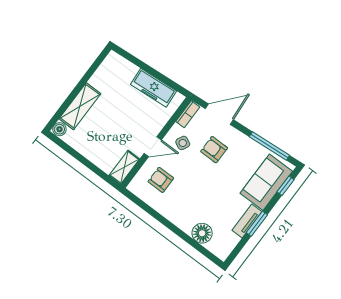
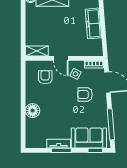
freezer: (153, 88) -> (93, 23), moved
armchair: (214, 150) -> (85, 94), turned -90
floor lamp: (202, 233) -> (33, 111), moved

